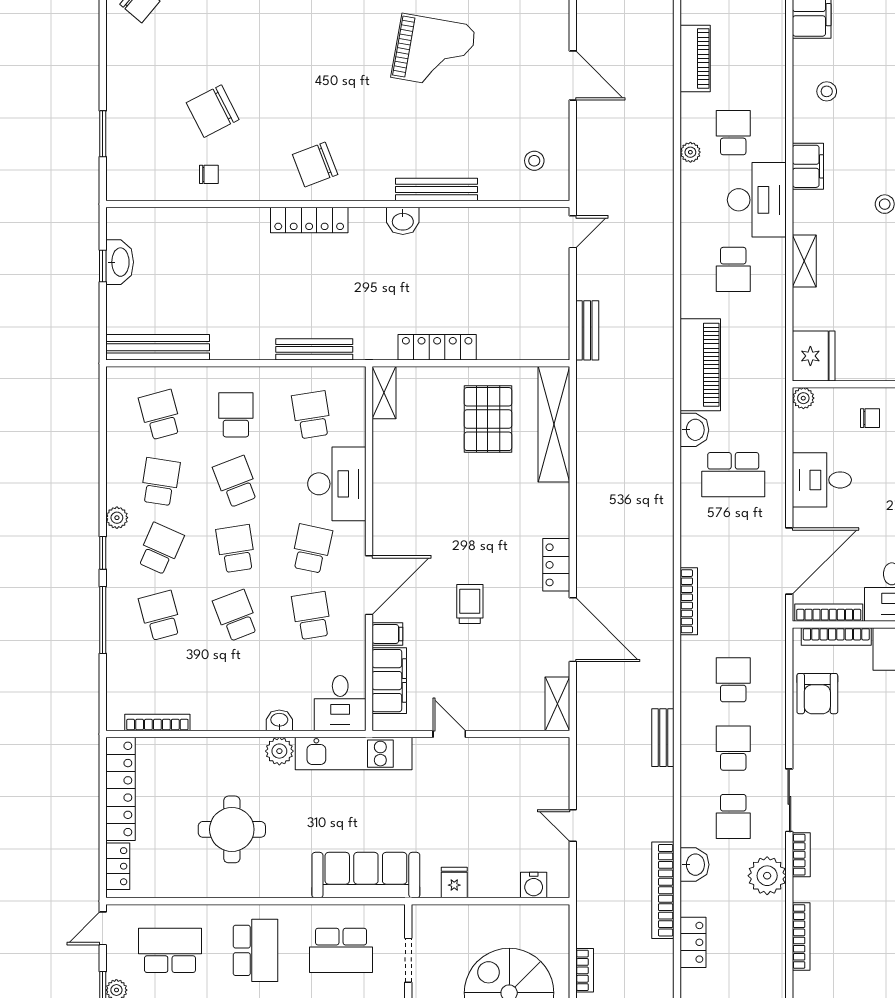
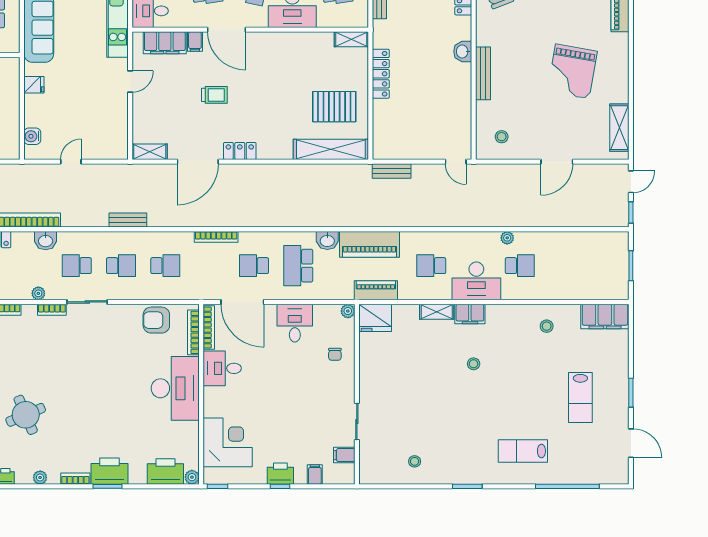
piano: (695, 59) -> (376, 290), moved, turned 180
filing cabinet: (808, 166) -> (470, 314), moved
school desk: (733, 543) -> (254, 266), added
plant: (767, 876) -> (38, 293), width x0.53, depth x0.53

